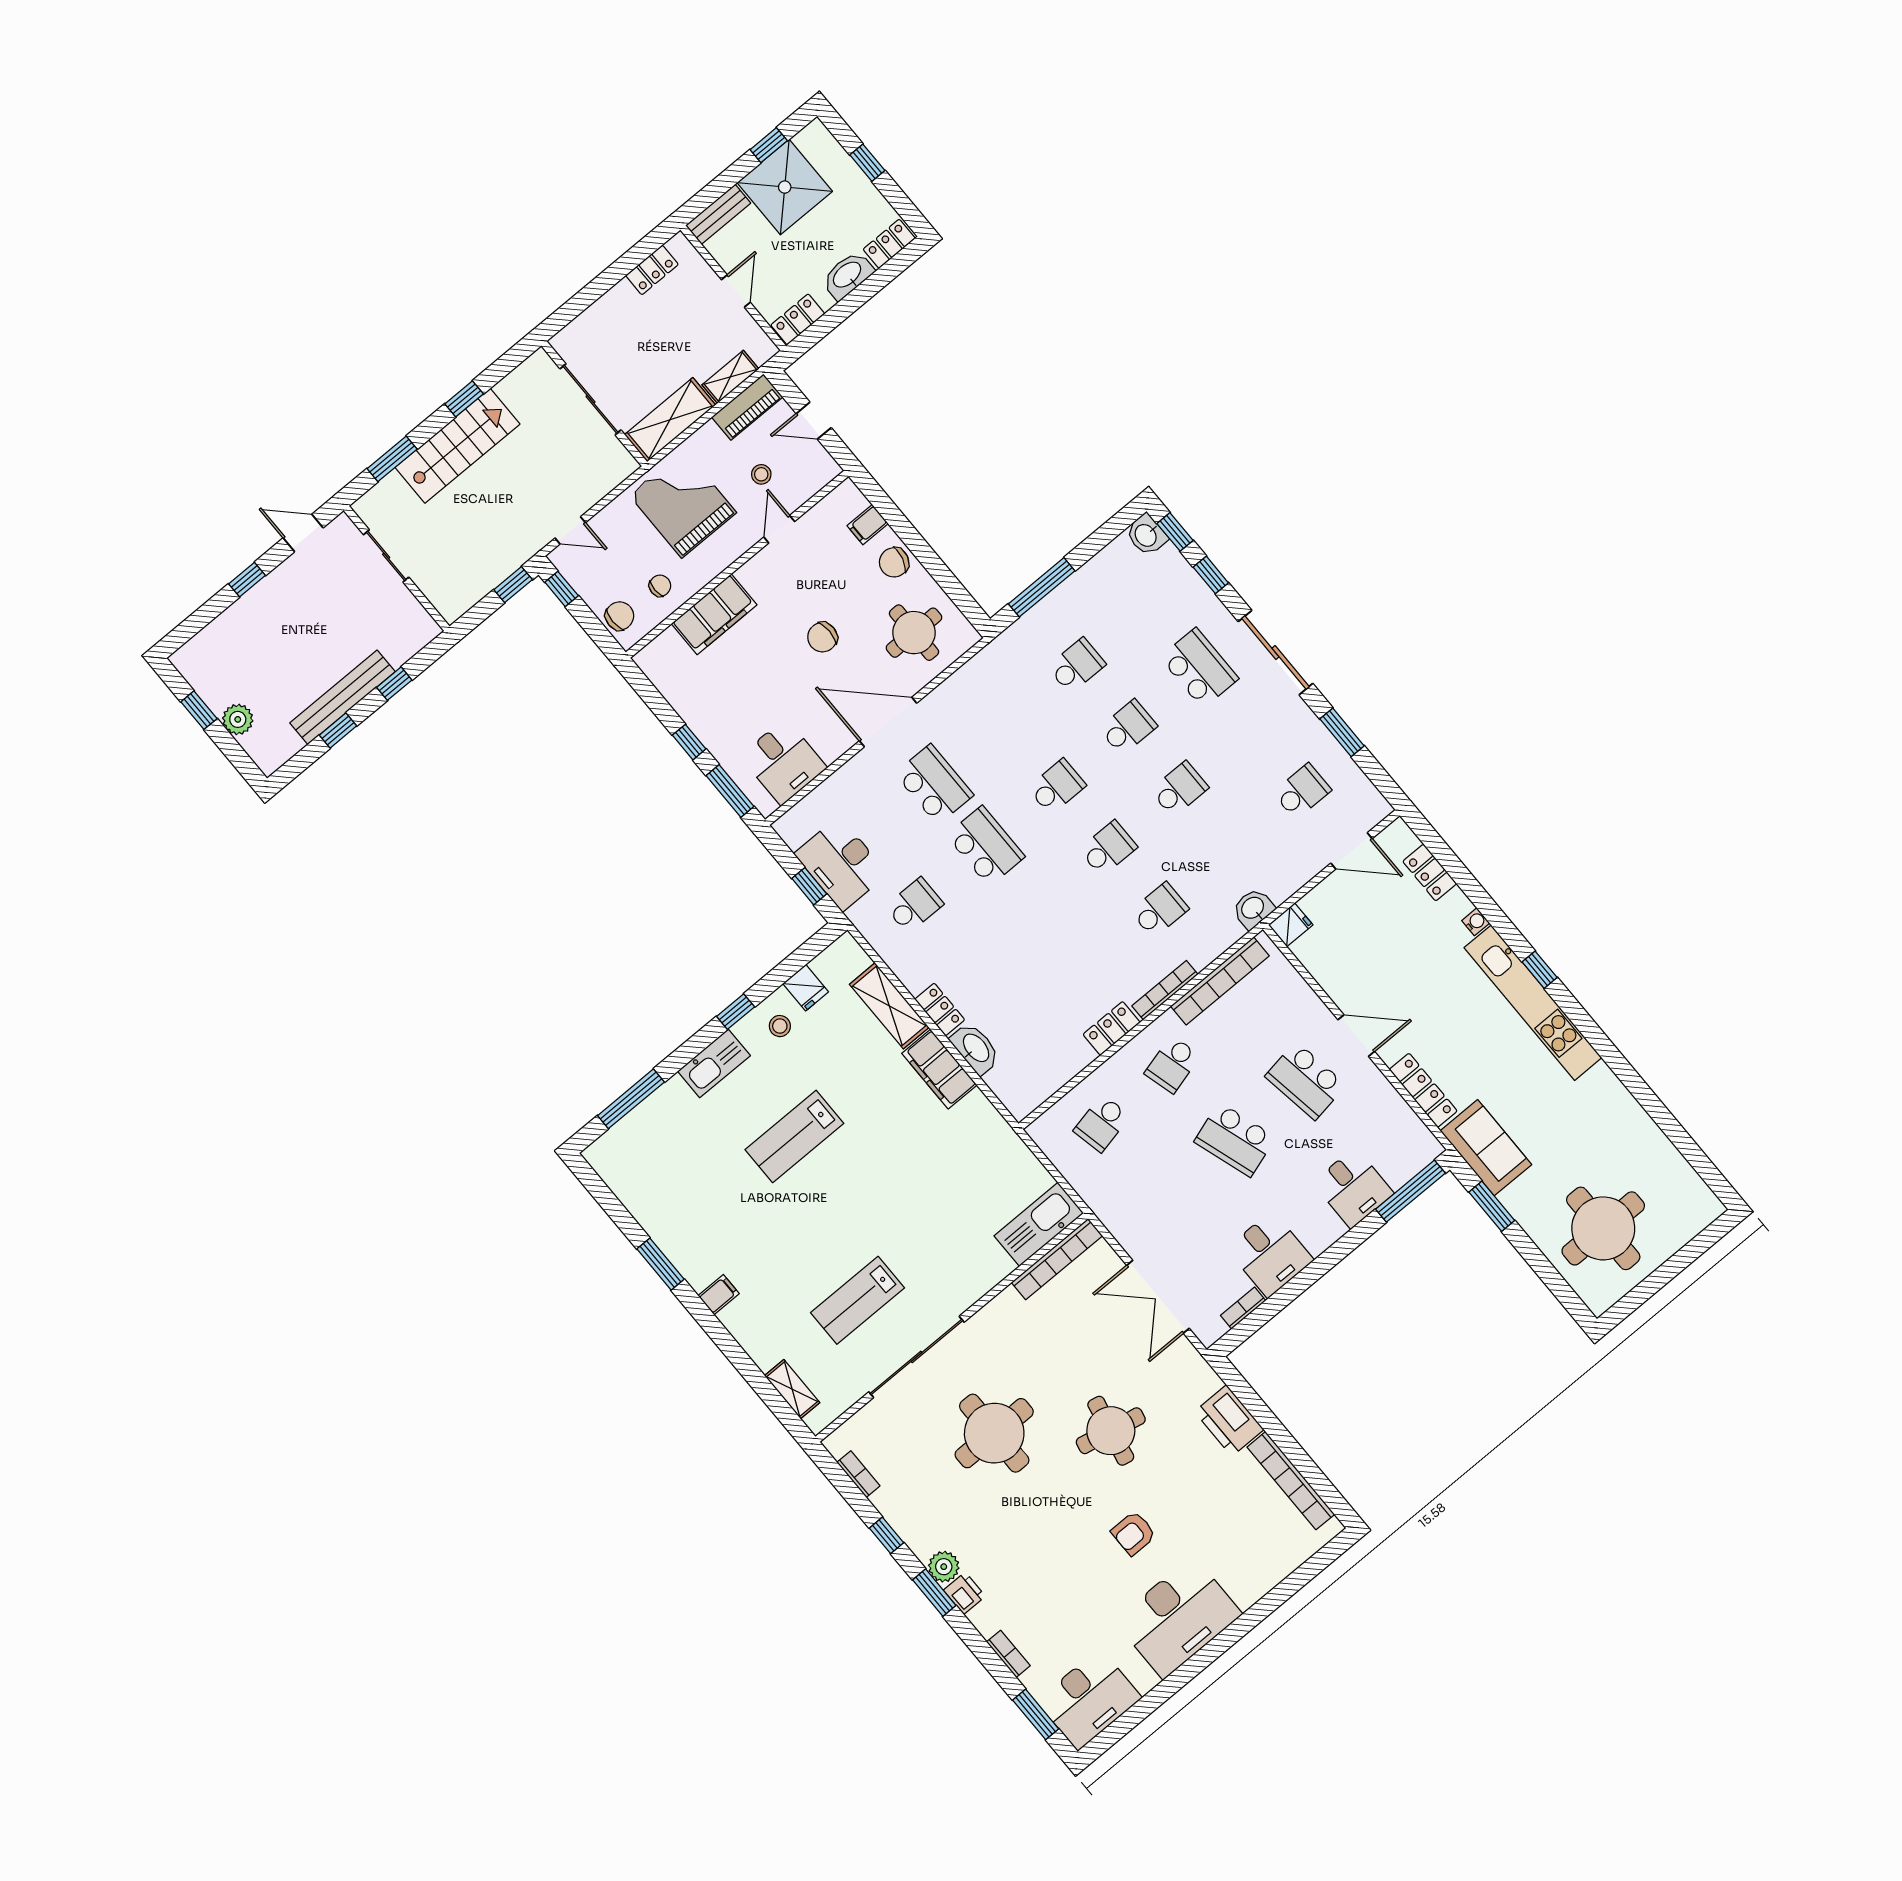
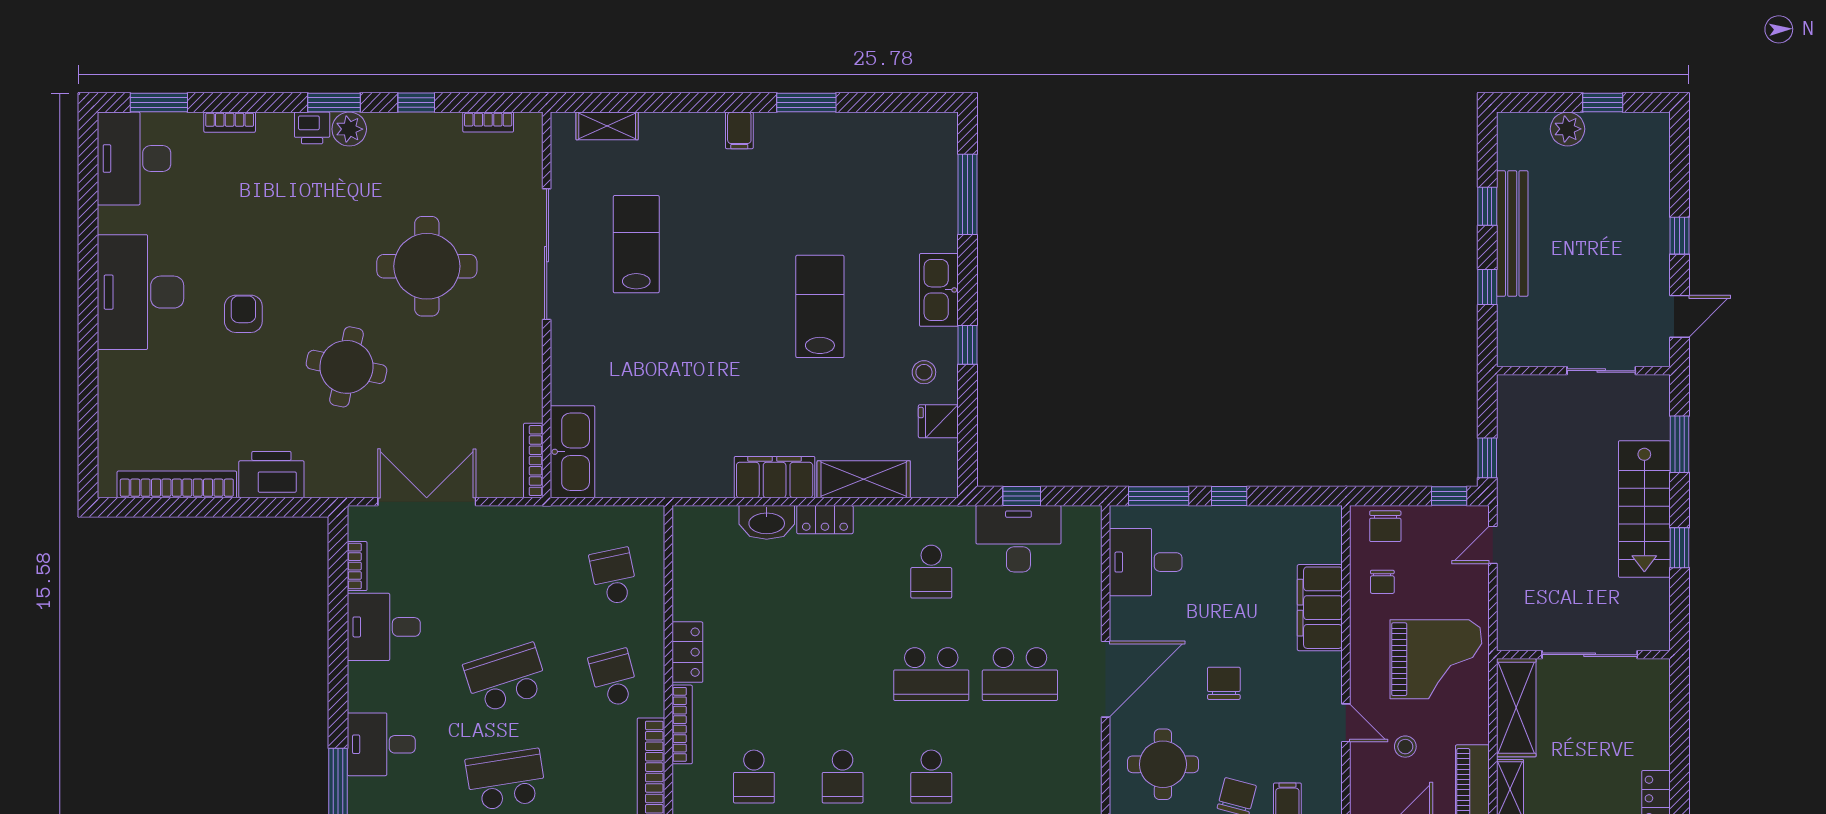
bookcase: (1057, 1259) -> (533, 461), width x0.68, depth x0.76

